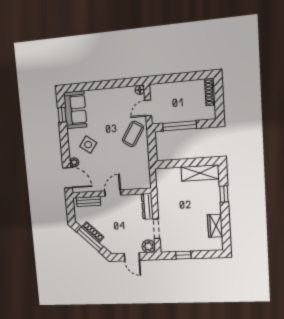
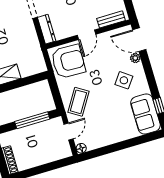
armchair: (134, 173) -> (68, 61), added

